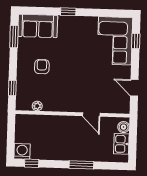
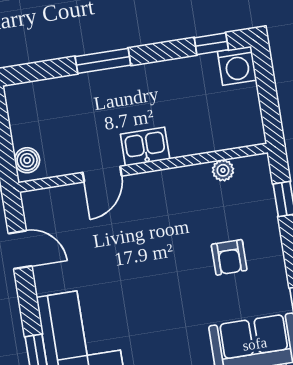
door: (91, 114) -> (102, 174), swing flipped
kitchen sink: (121, 144) -> (145, 147), moved, turned -90

